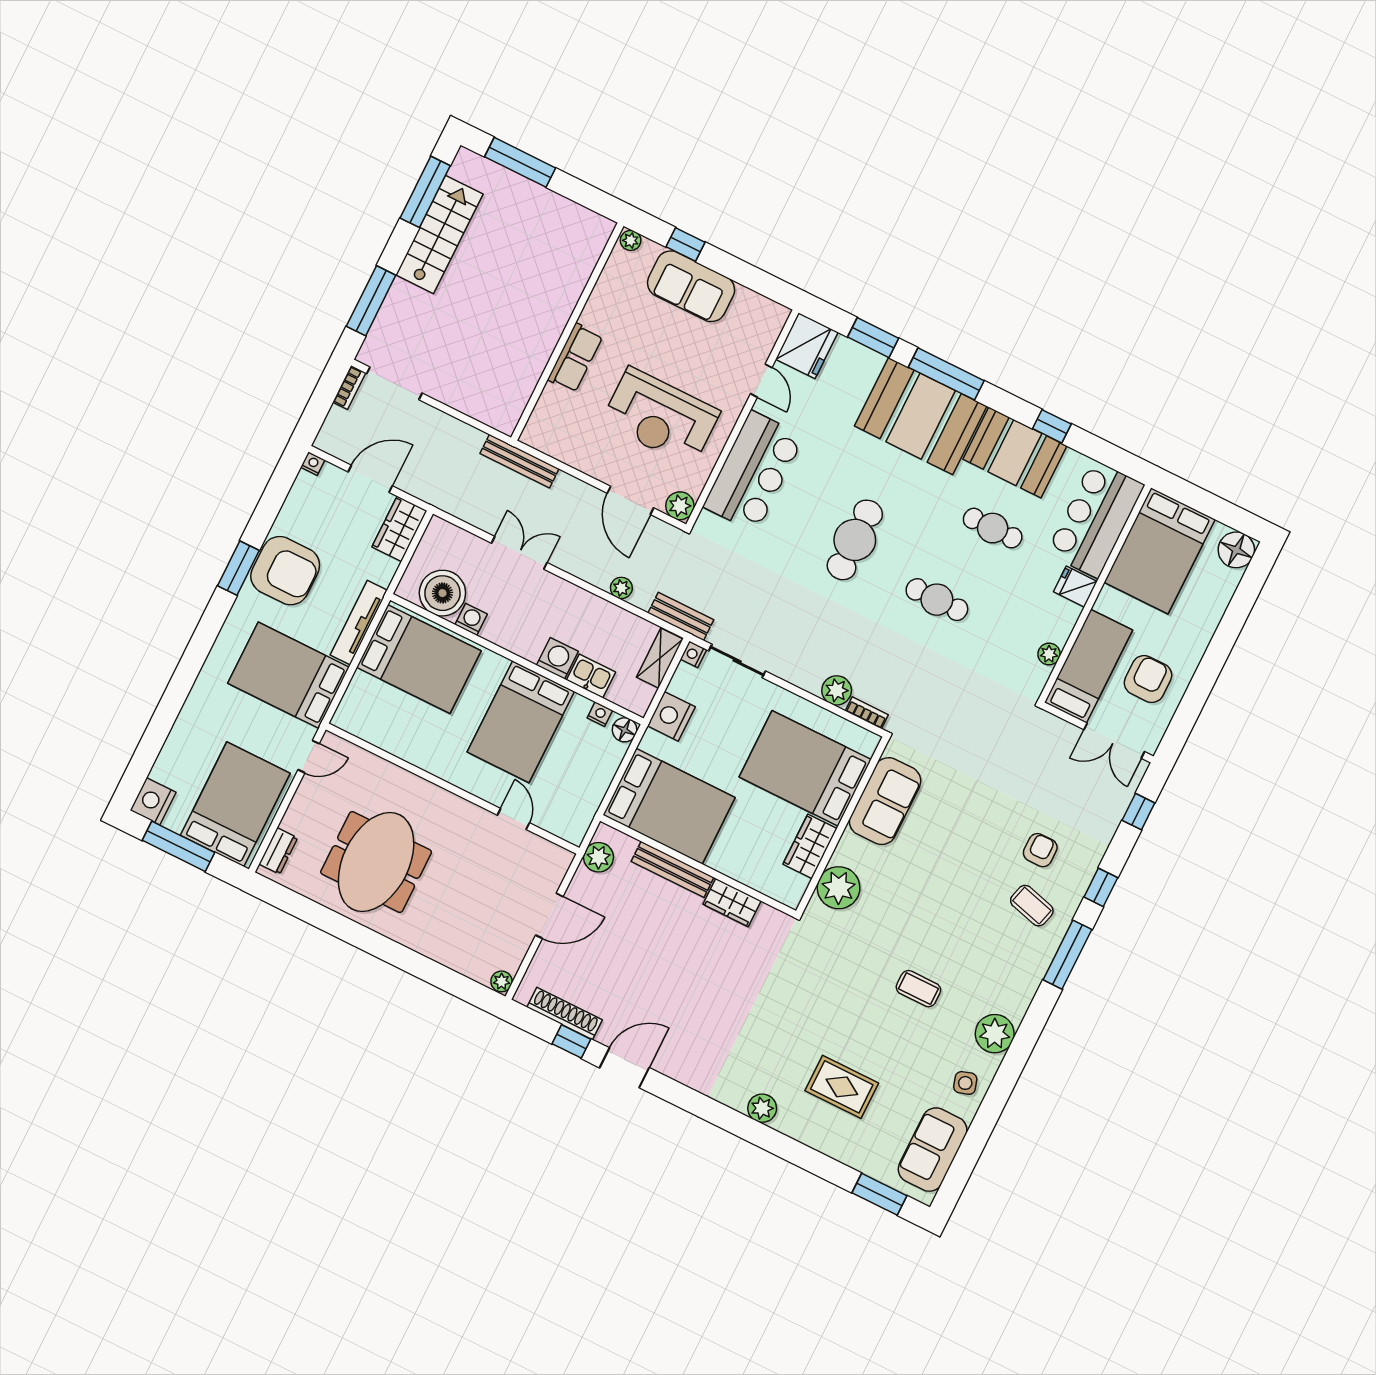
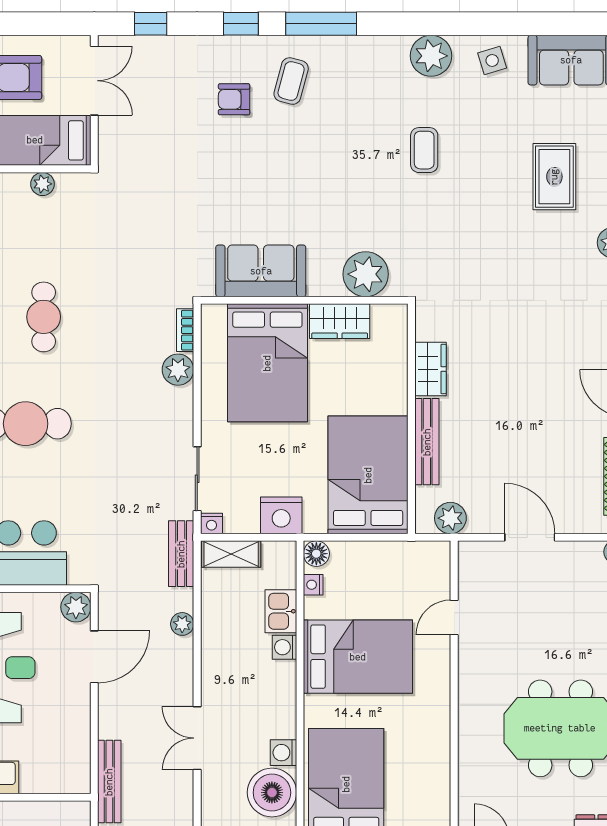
washing machine: (557, 658) -> (284, 647), width x0.73, depth x0.73

